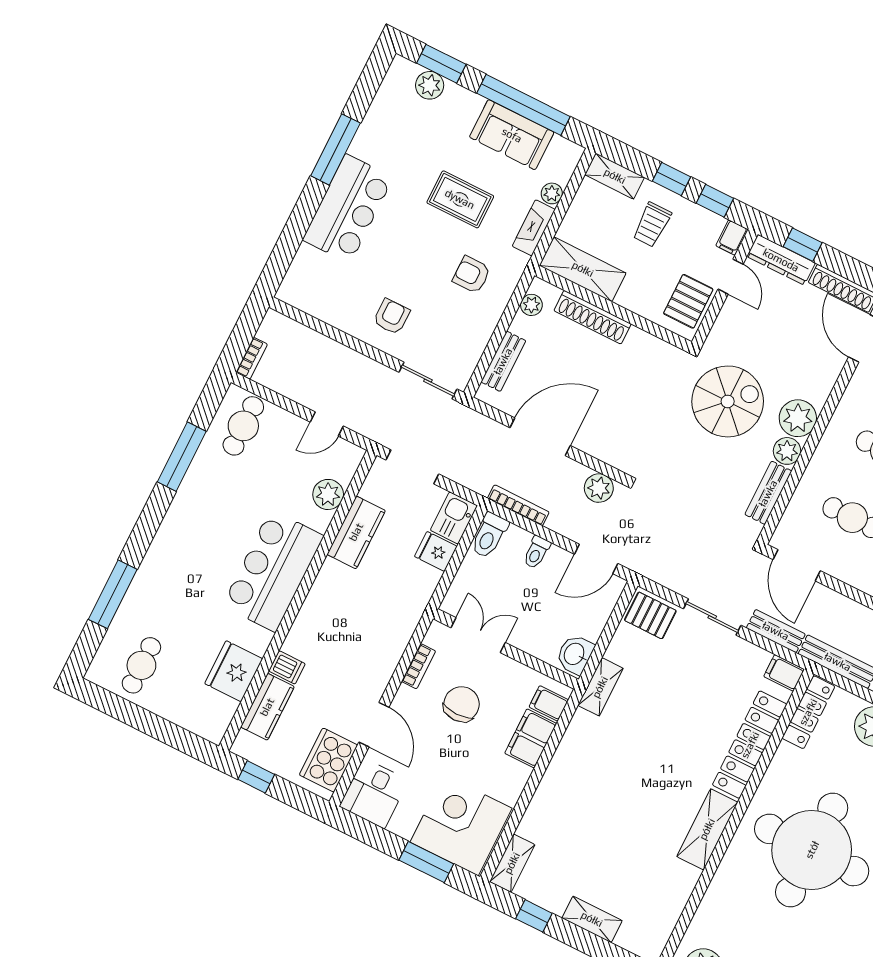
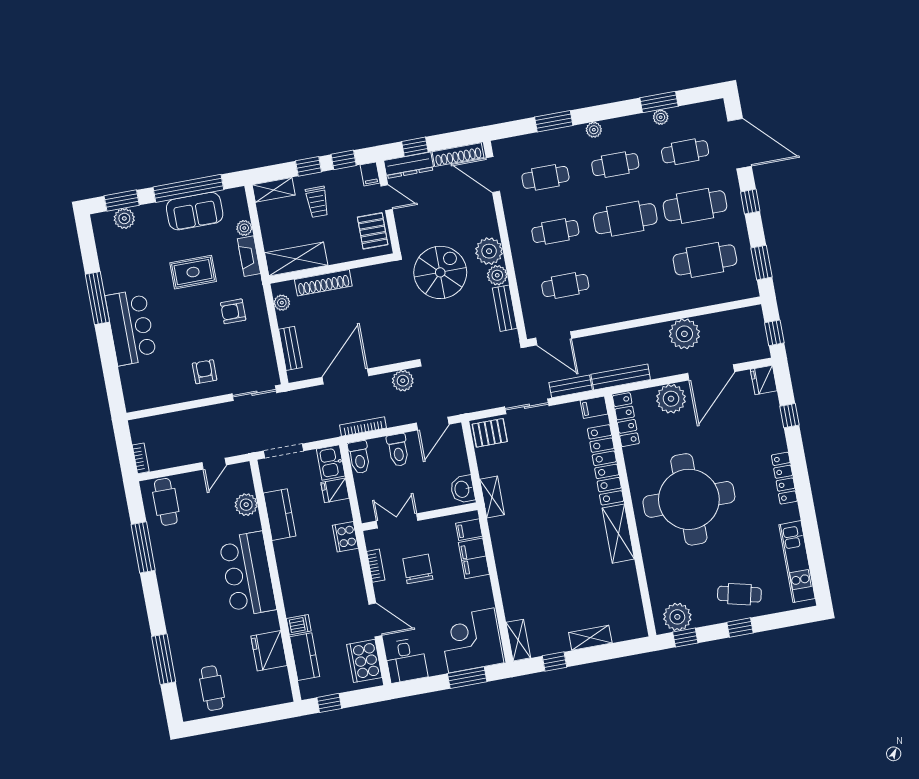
toilet: (537, 552) -> (398, 450), width x1.37, depth x1.39
cooker: (409, 610) -> (345, 537), added

